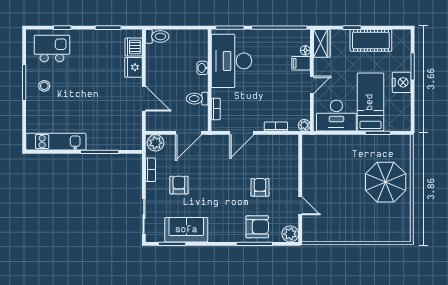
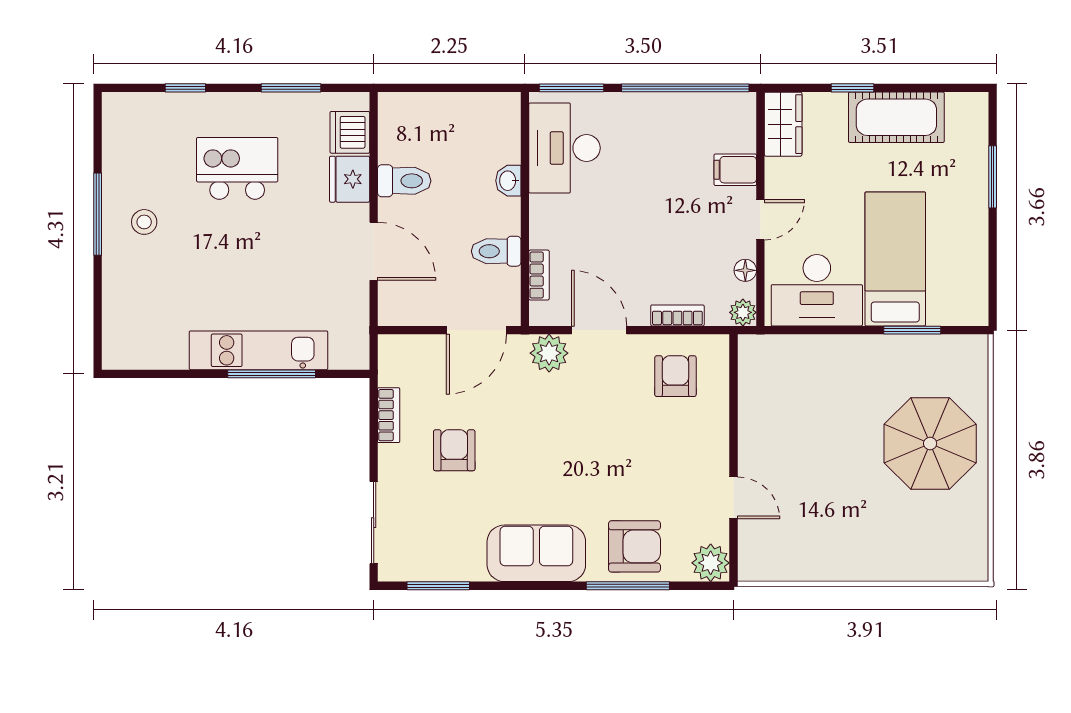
toilet: (157, 36) -> (404, 181), moved
kitchen island: (52, 49) -> (237, 168), moved
floor lamp: (305, 50) -> (745, 270), moved
desk: (231, 61) -> (565, 148), width x0.73, depth x0.77
nightstand: (402, 82) -> (967, 214), removed
door: (242, 133) -> (599, 330), swing flipped
kitchen unit: (56, 142) -> (258, 350), moved
plant: (156, 143) -> (549, 353), moved
armchair: (260, 187) -> (675, 376), moved
sofa: (186, 230) -> (536, 553), moved

